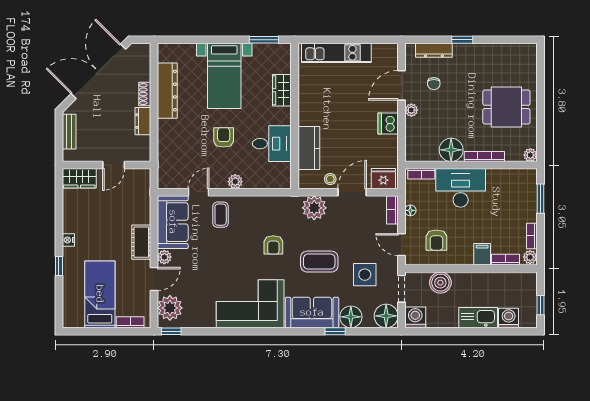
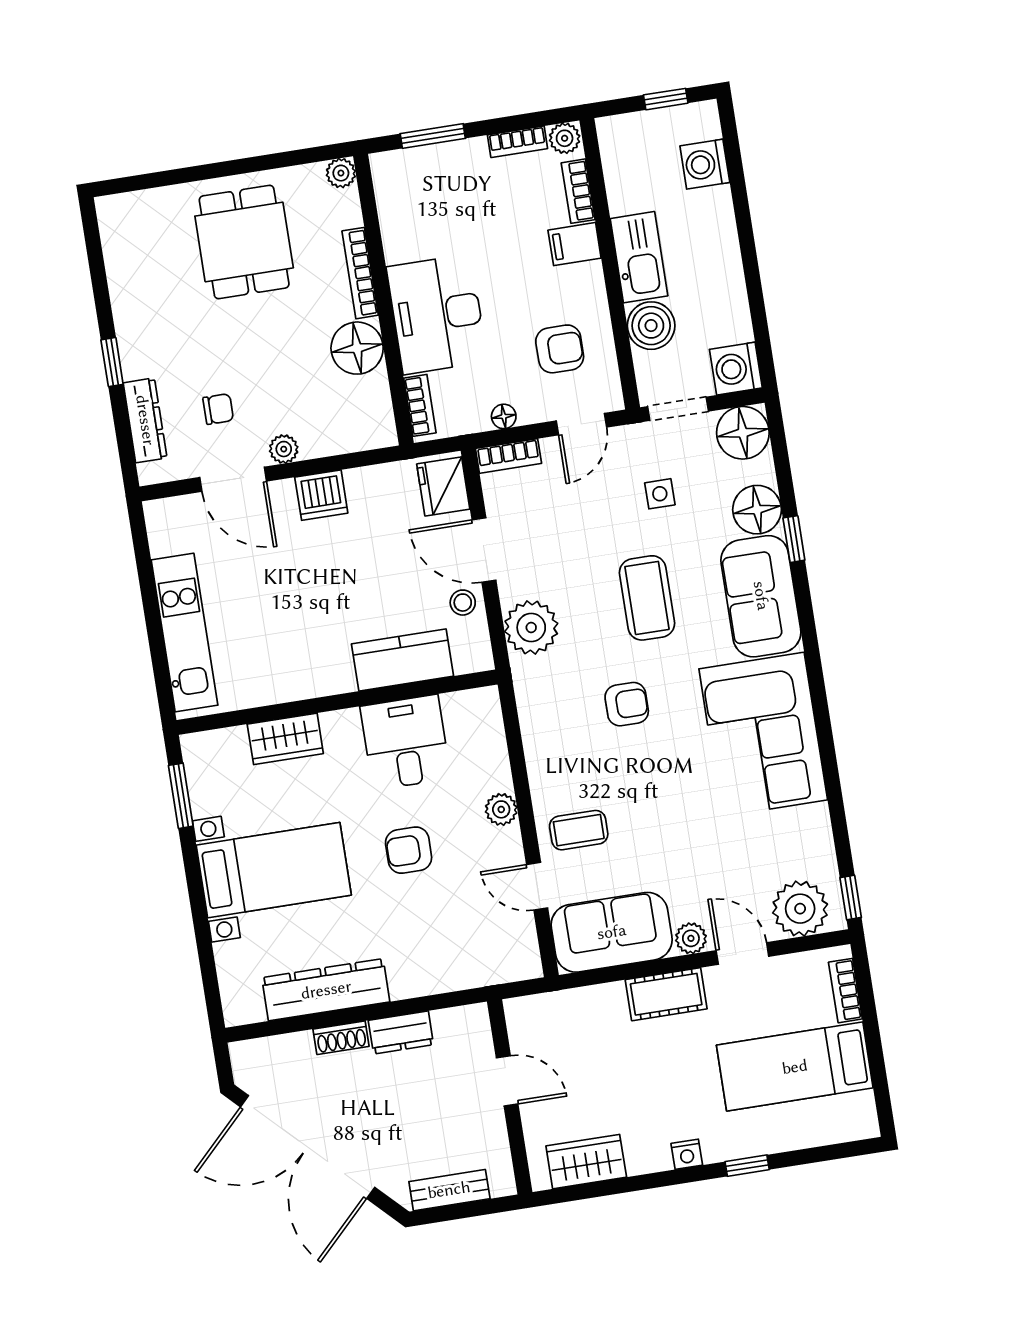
wardrobe: (79, 178) -> (586, 1162), moved, turned -90
side table: (365, 275) -> (660, 494), width x0.54, depth x0.54
kitchen sink: (478, 318) -> (639, 257), moved, turned 180

